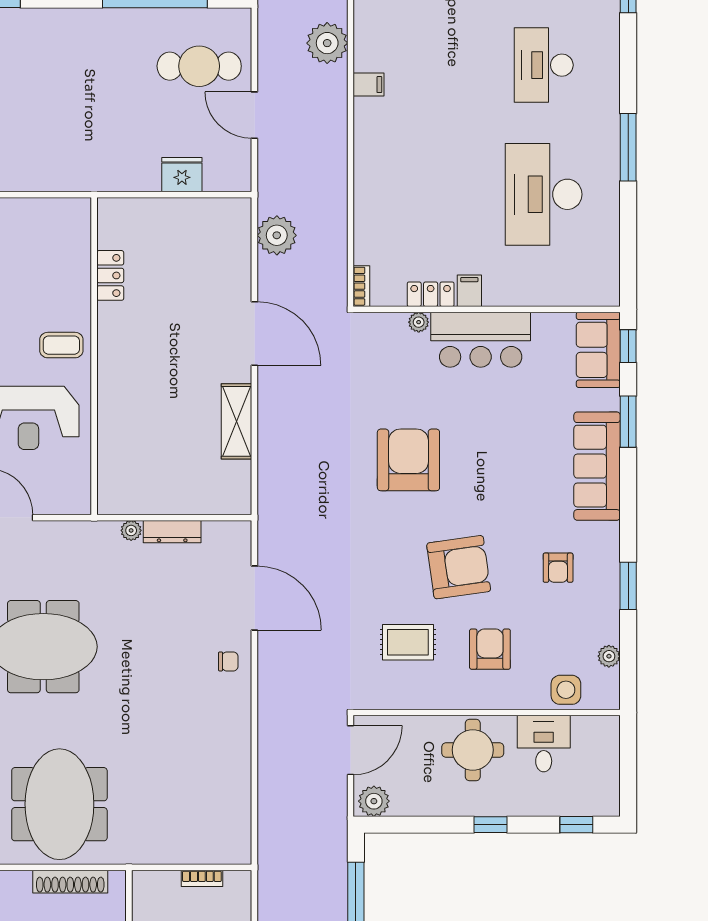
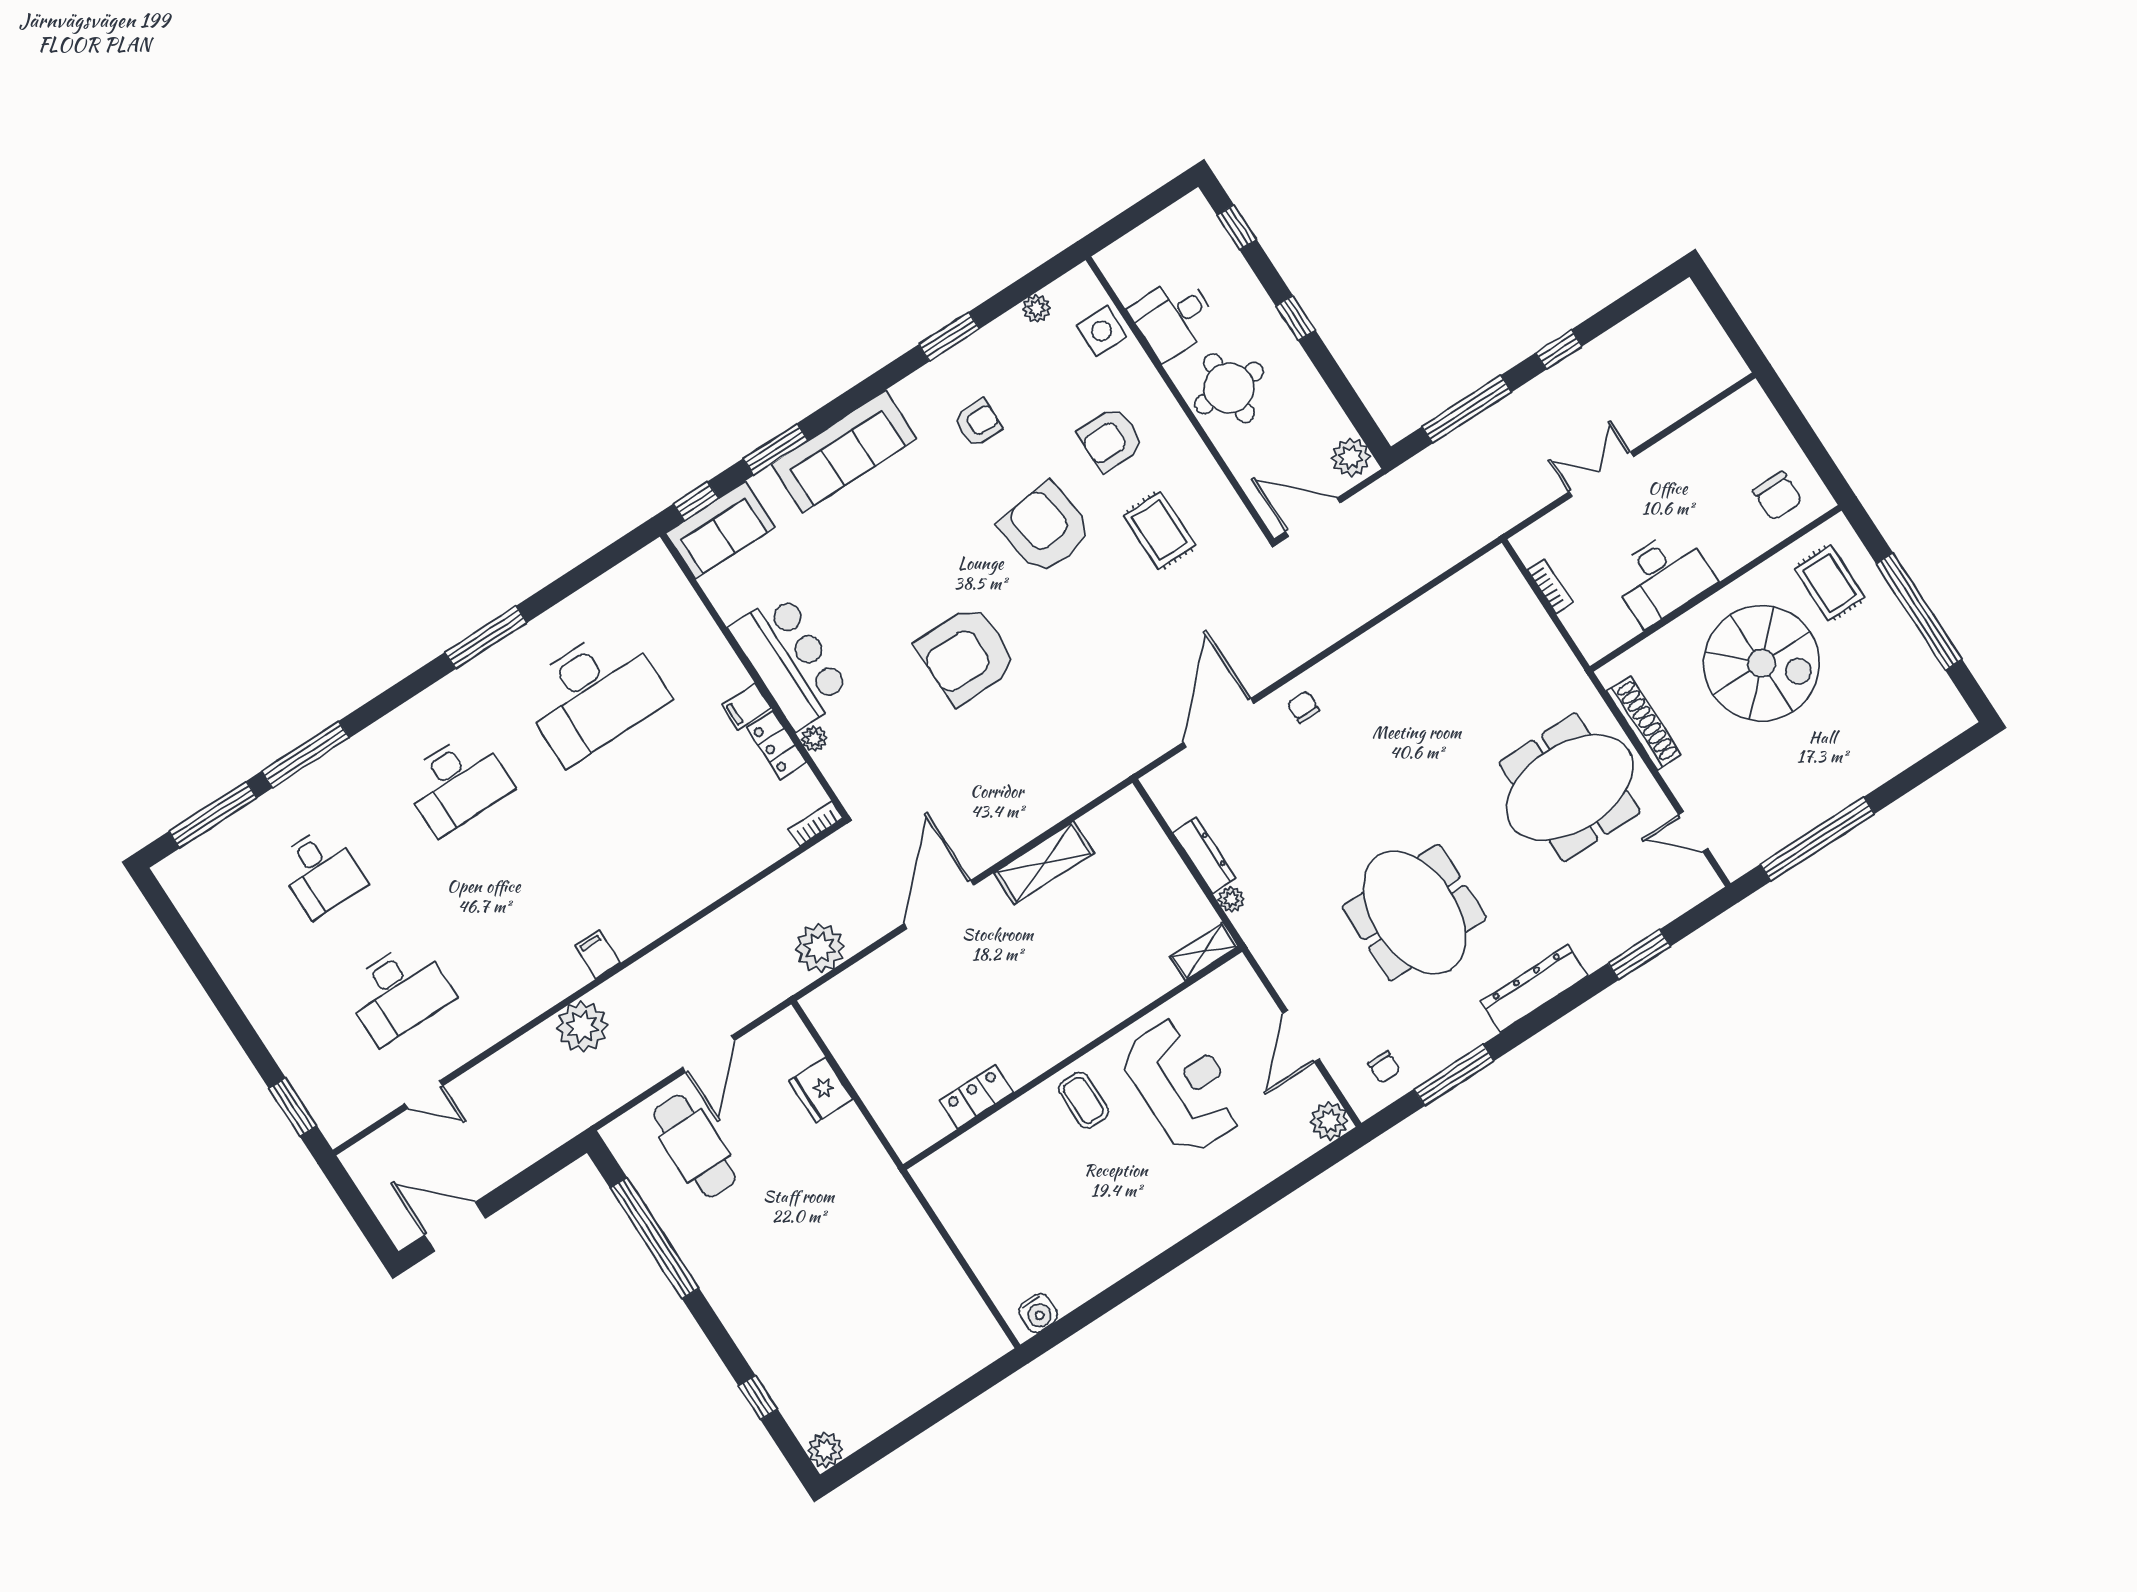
shelving: (108, 490) -> (1204, 952), added

